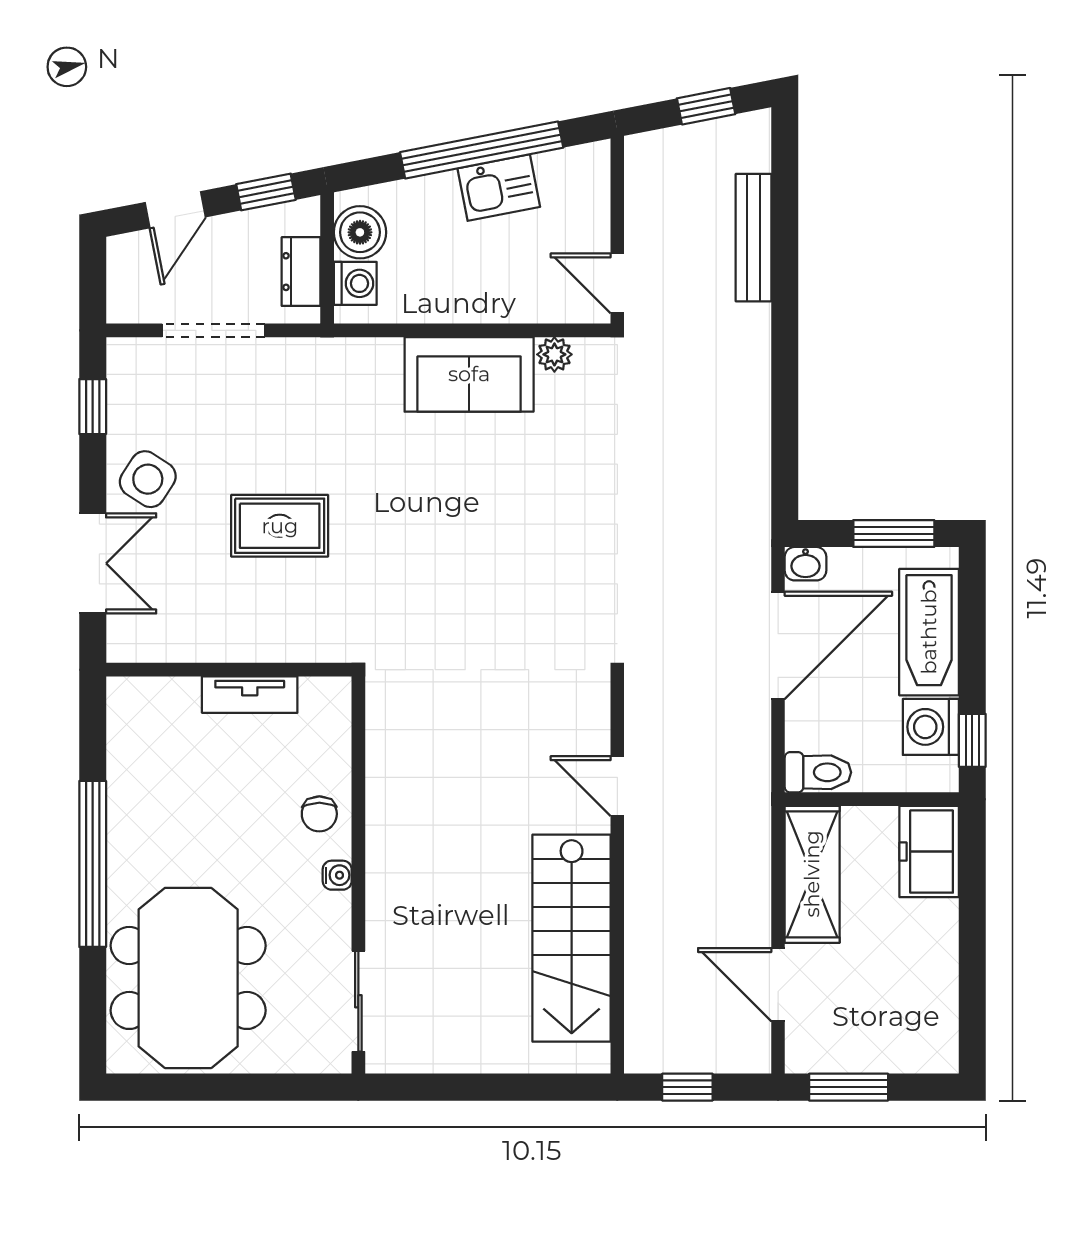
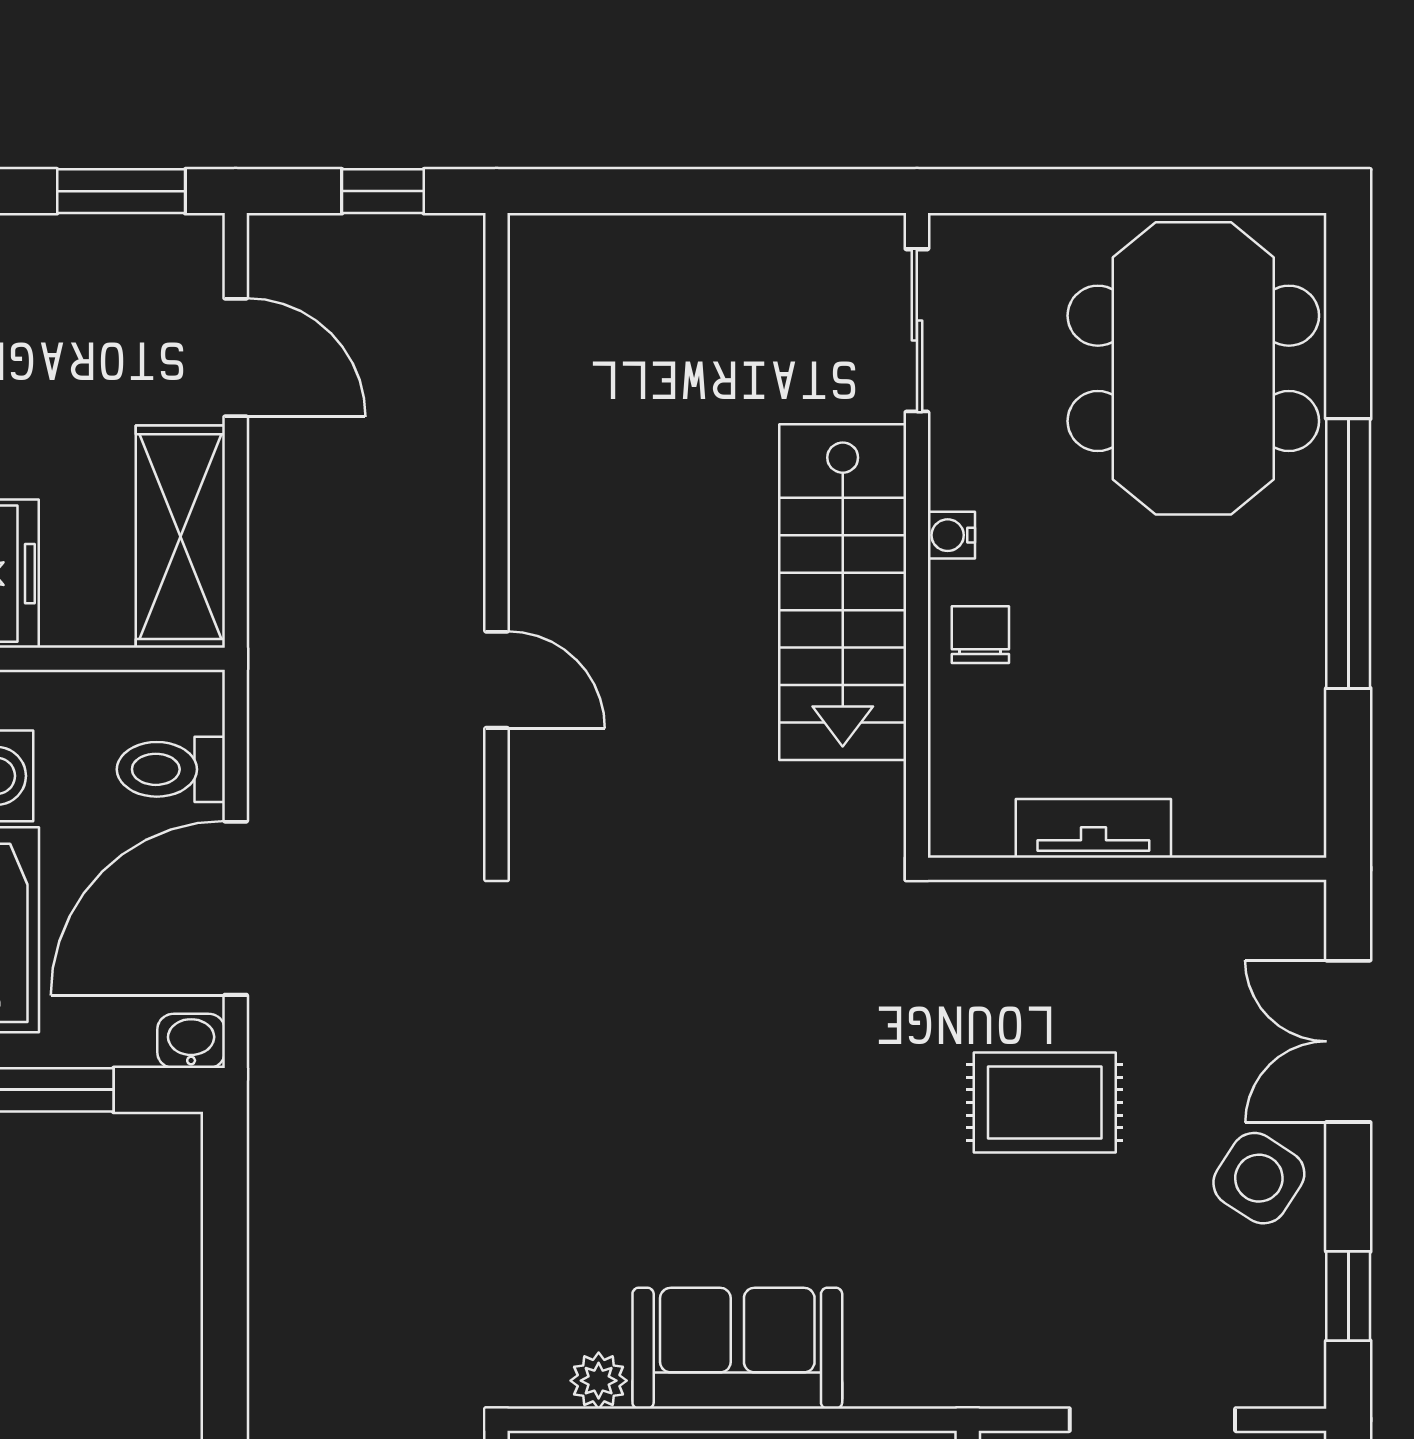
toilet: (818, 772) -> (171, 769), moved
stairs: (572, 938) -> (843, 592), moved, turned 180

